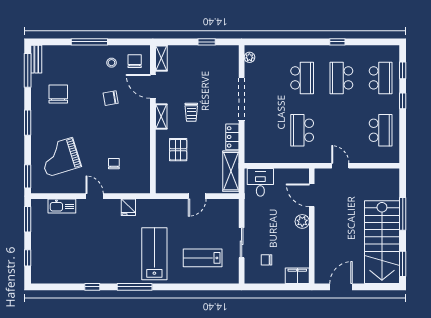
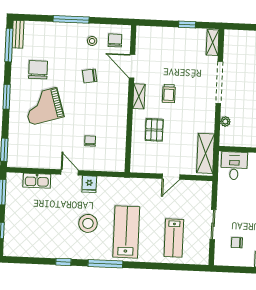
plant: (249, 57) -> (225, 122), moved
shelving: (161, 58) -> (213, 42), moved
locker: (232, 137) -> (208, 120), removed
grand piano: (60, 157) -> (43, 106), moved
fridge: (128, 207) -> (89, 184), moved
stool: (115, 247) -> (88, 223), added
lab bench: (203, 258) -> (174, 238), turned -90

